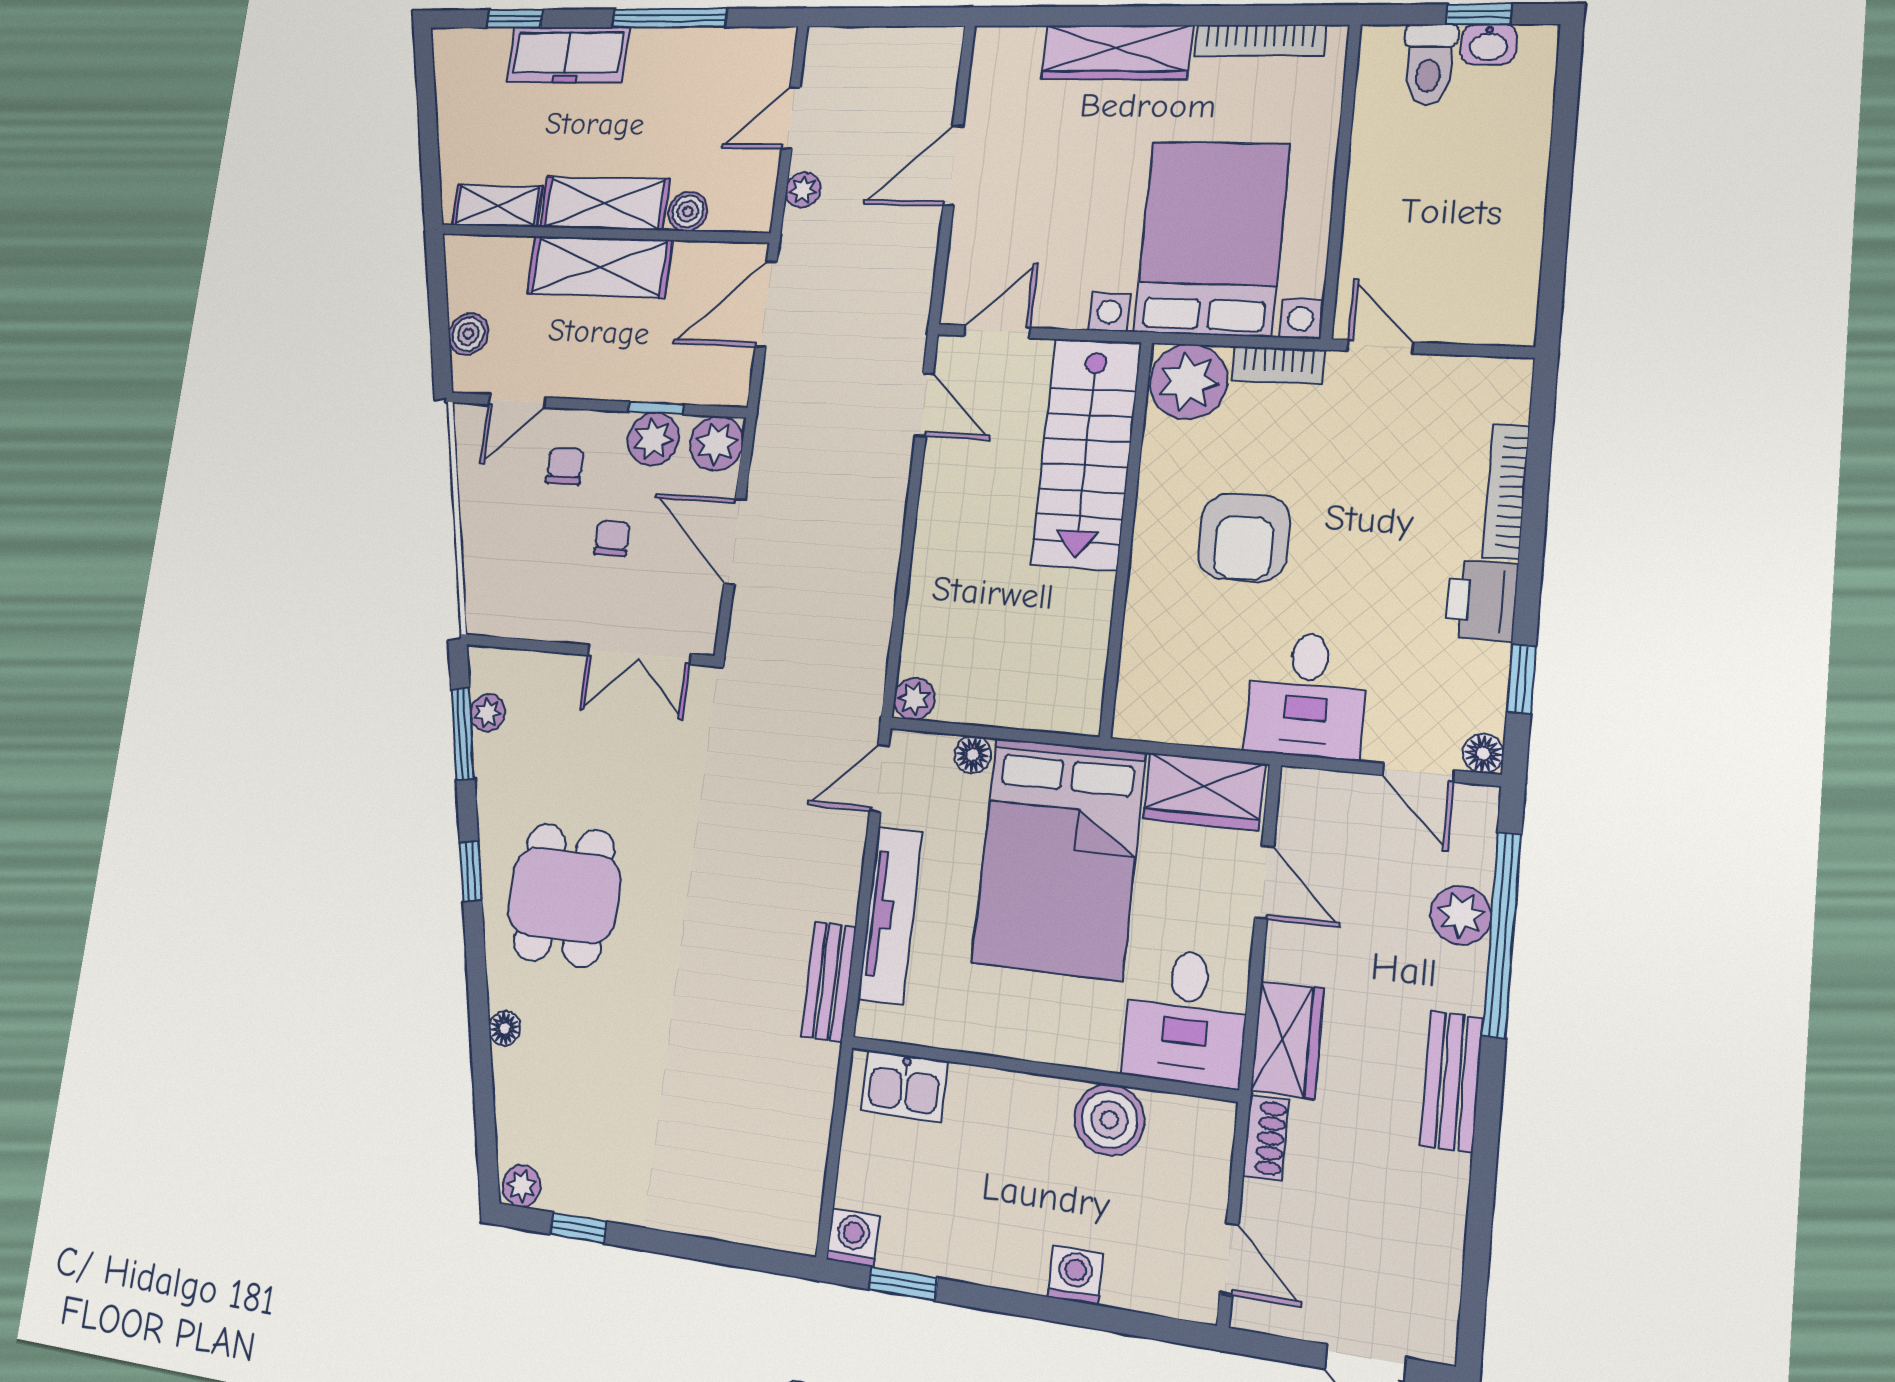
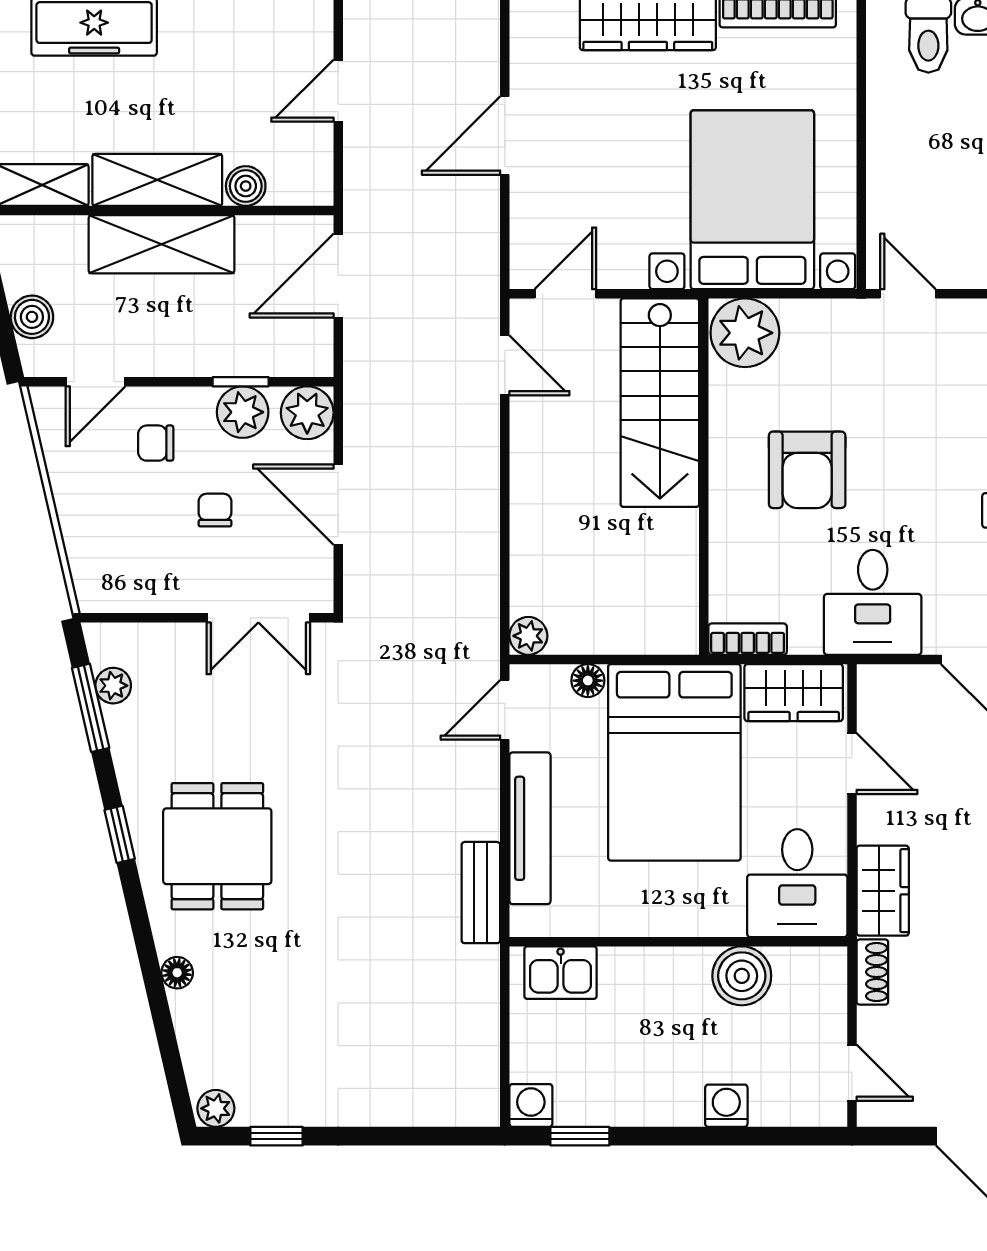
plant: (803, 190) -> (360, 162), removed
bookcase: (1278, 365) -> (748, 639), moved, turned 180
chair: (565, 466) -> (156, 443), turned -90

